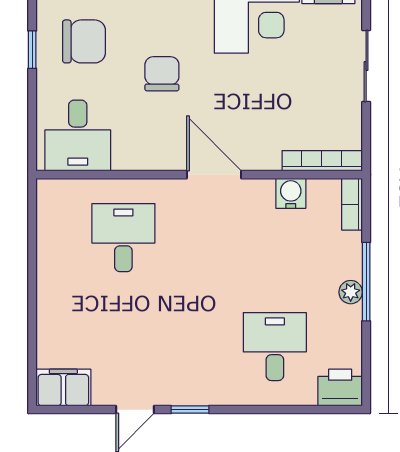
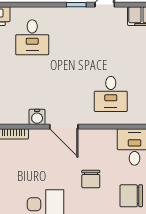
water cooler: (291, 193) -> (37, 117), moved

